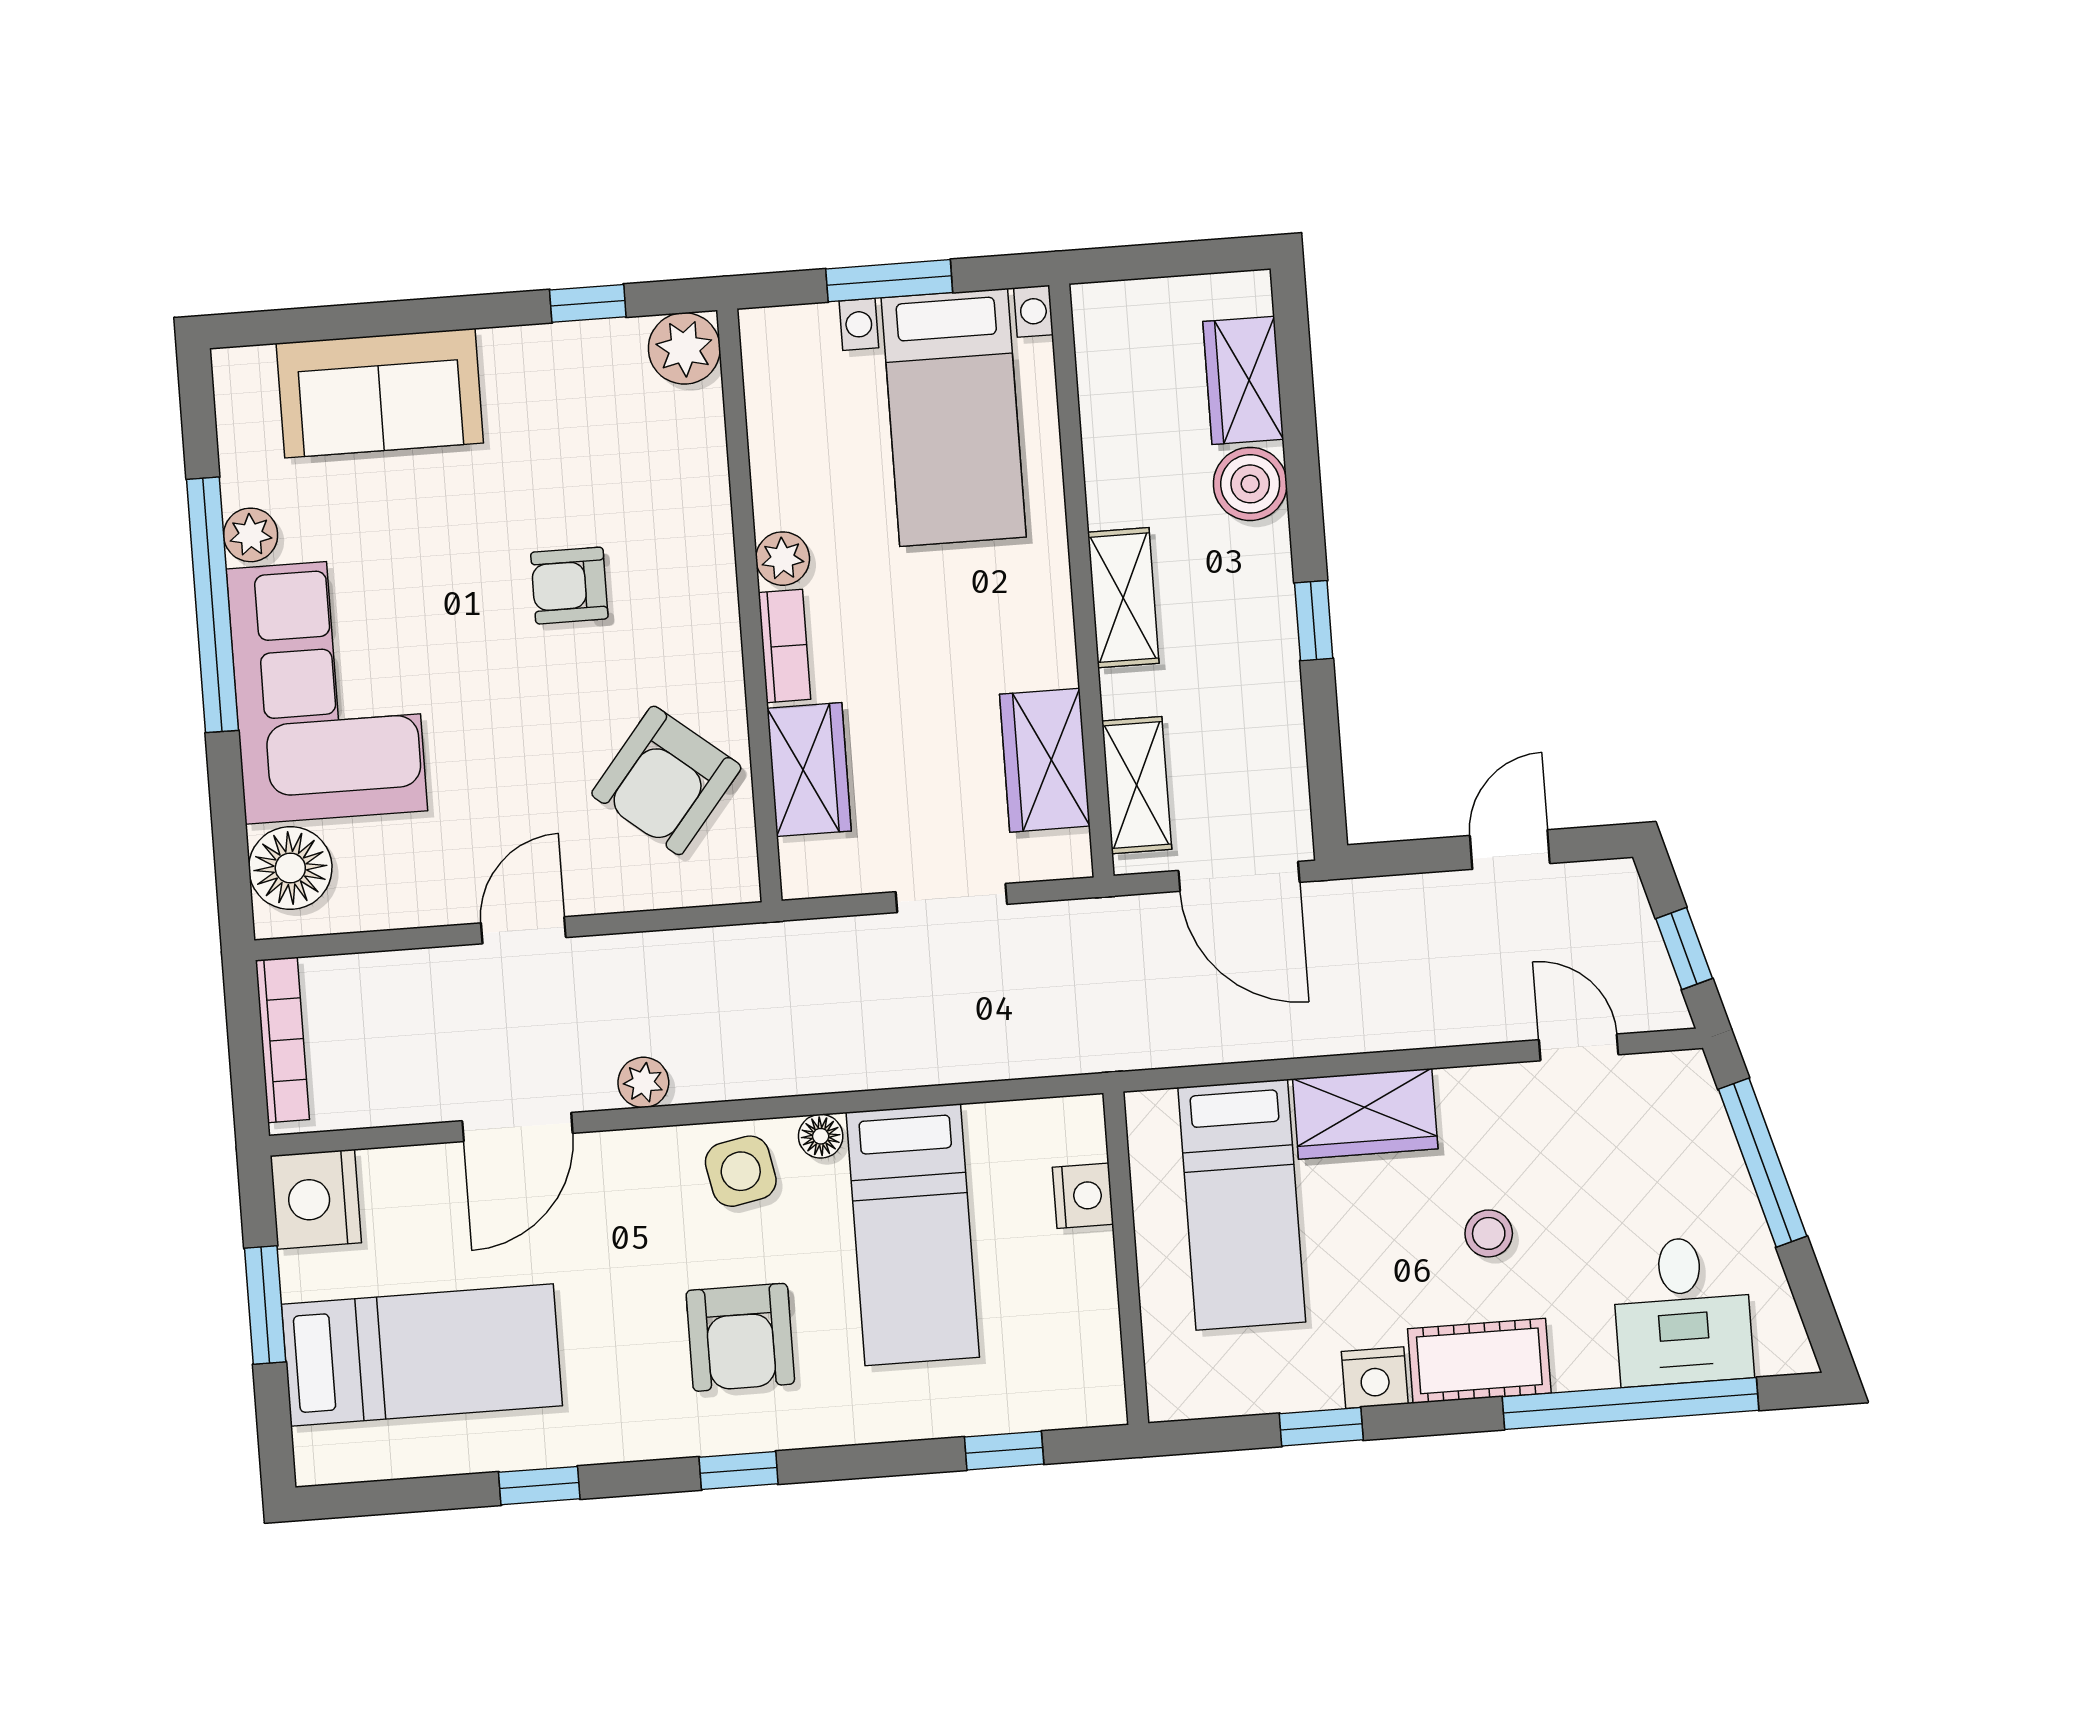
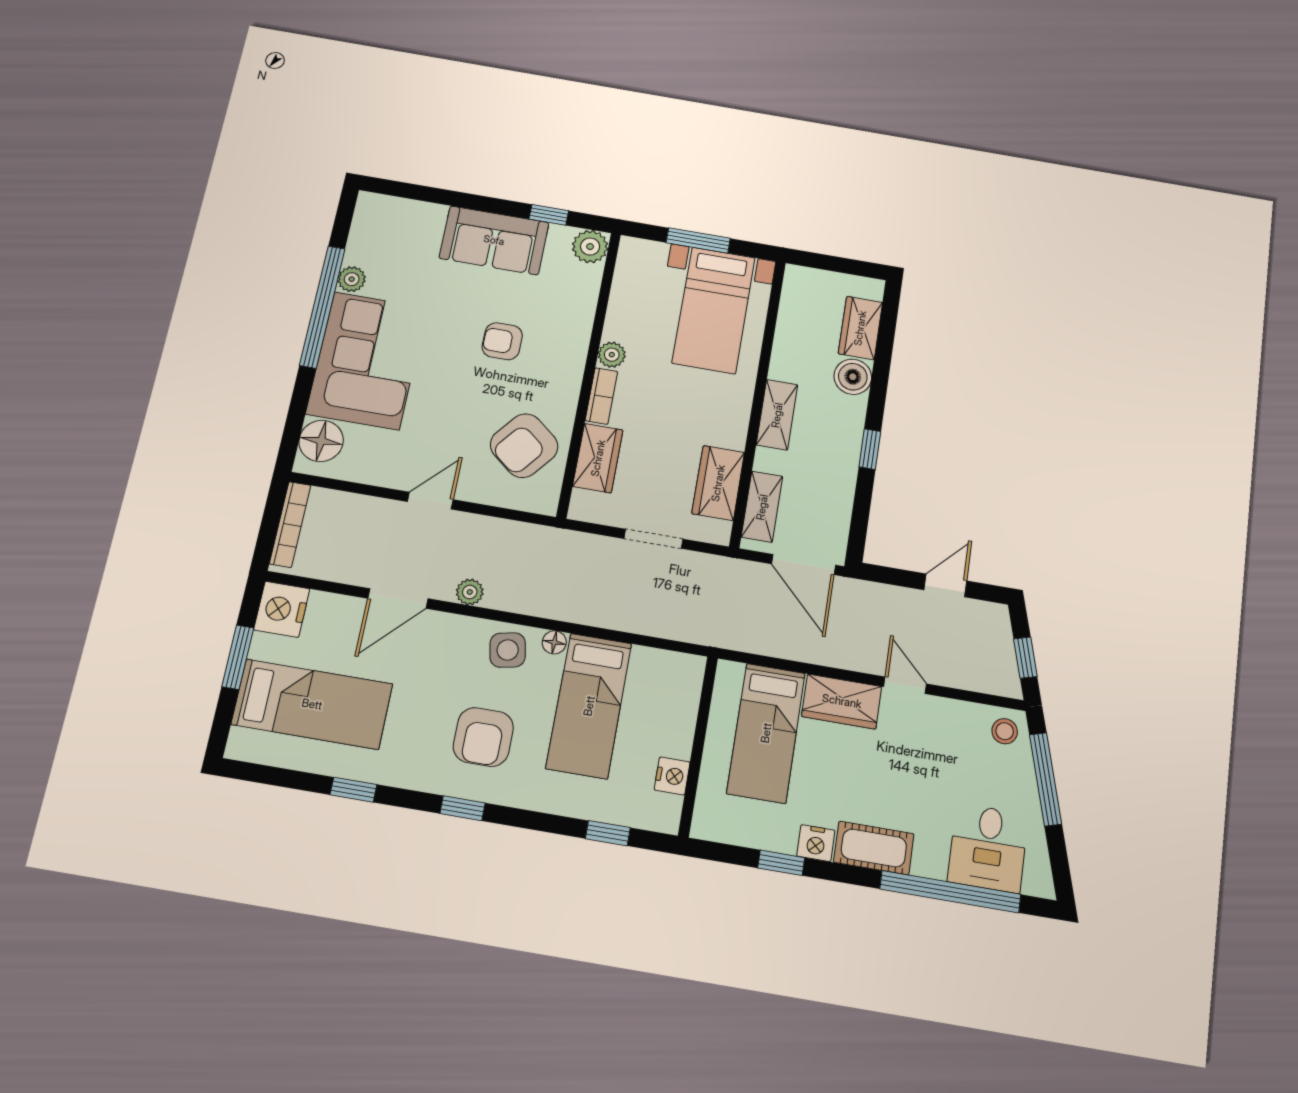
sofa: (380, 393) -> (494, 240), moved
door: (1579, 1047) -> (905, 685), moved
nightstand: (1083, 1196) -> (672, 776), moved
stool: (1489, 1233) -> (1005, 731), moved

